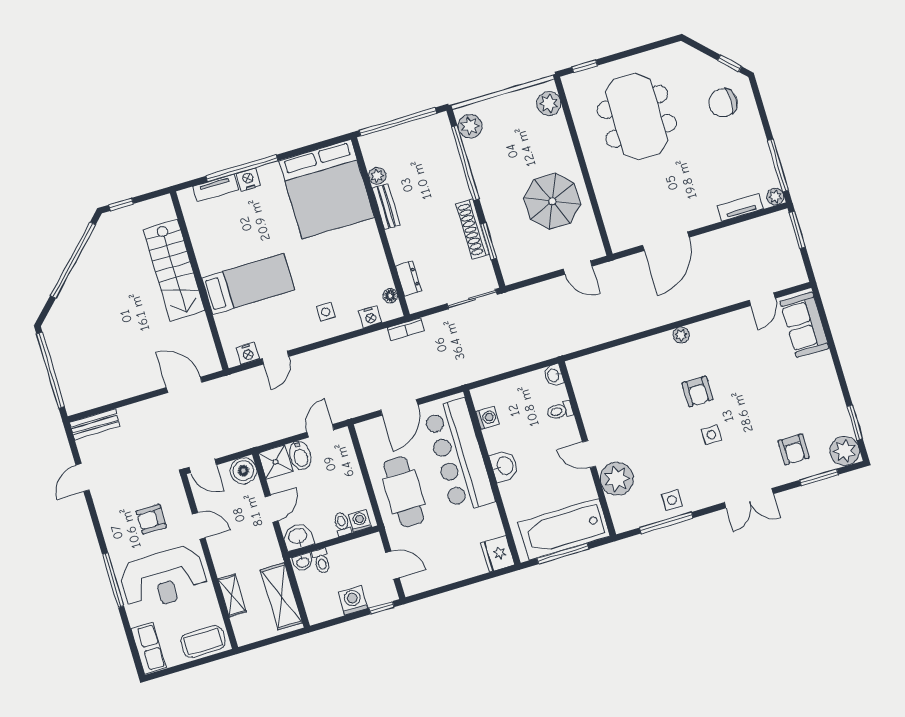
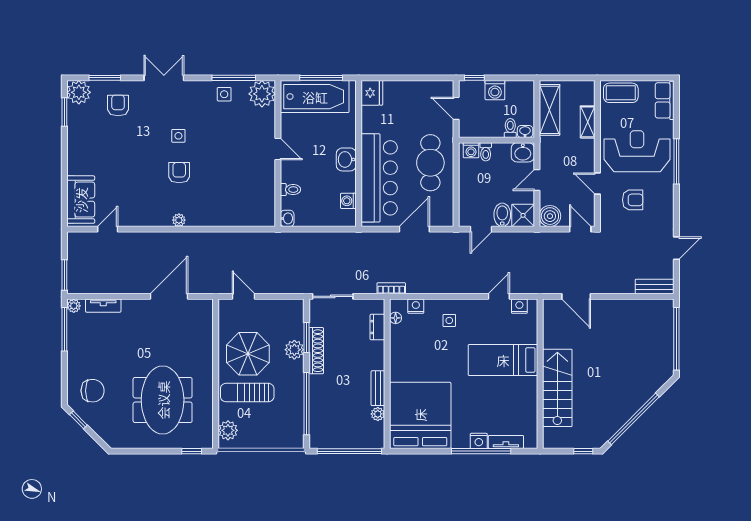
plant: (470, 126) -> (294, 350), moved
sun lounger: (539, 155) -> (247, 393), added
plant: (617, 479) -> (262, 94), moved

